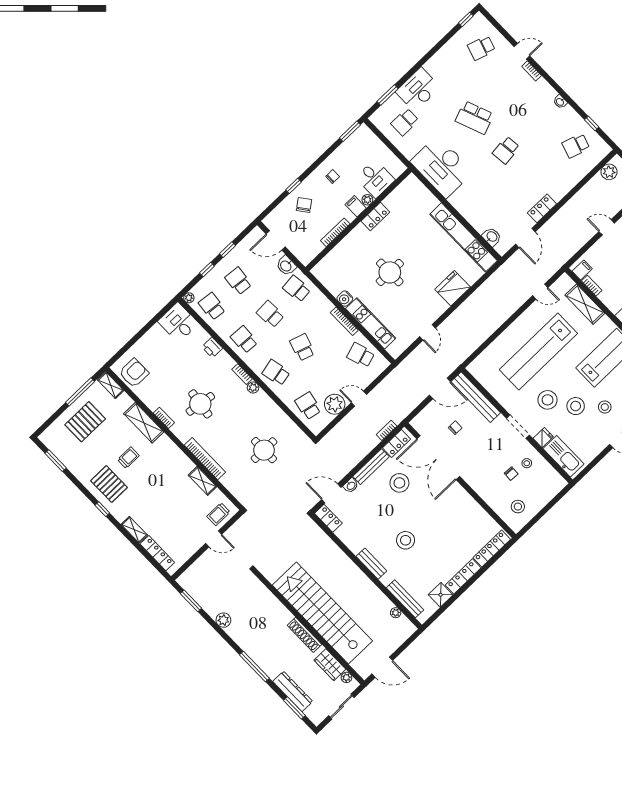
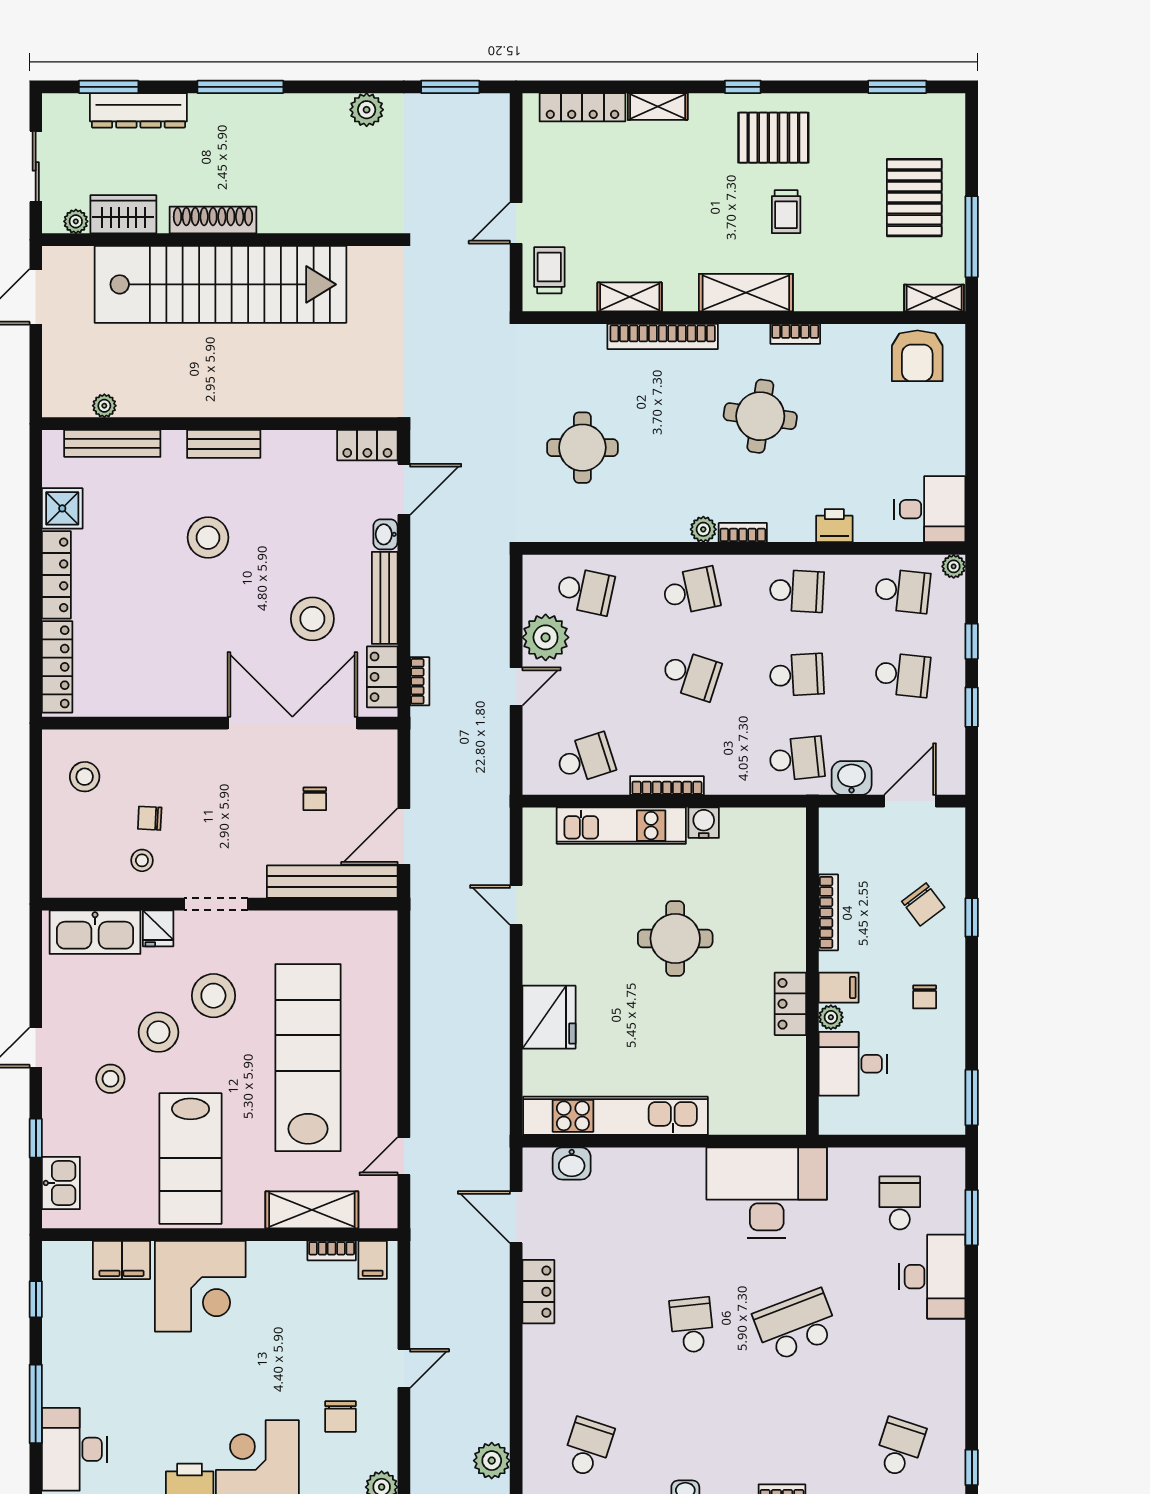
shelving: (144, 423) -> (746, 293), moved

